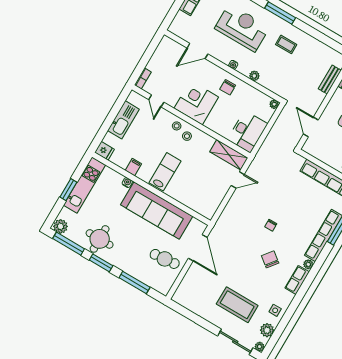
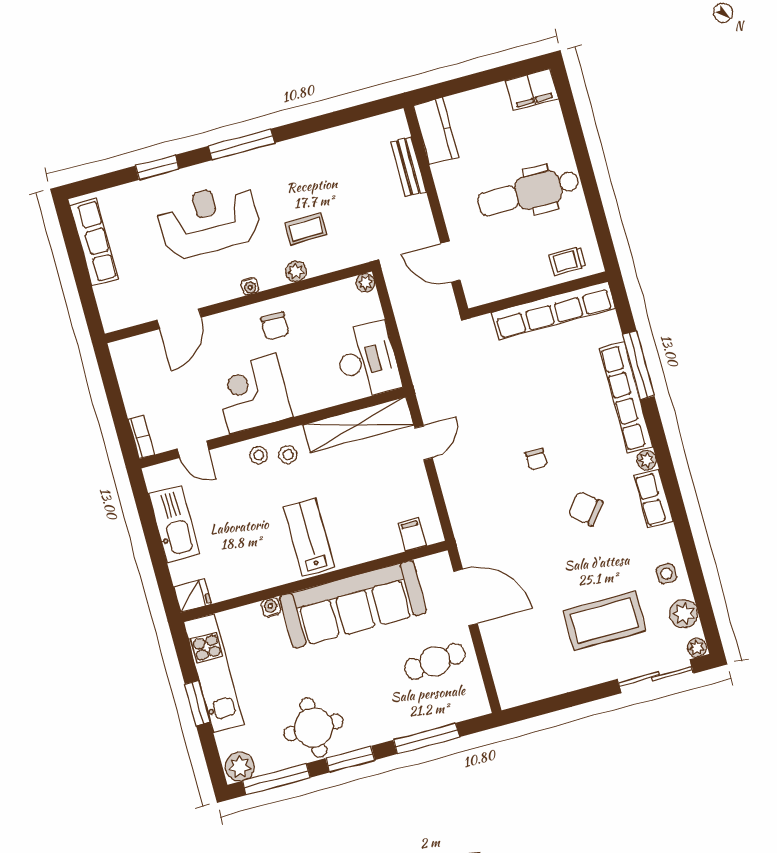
coffee table: (286, 44) -> (306, 229), moved
shelving: (229, 155) -> (358, 425), width x1.47
filing cabinet: (133, 167) -> (412, 534), moved

